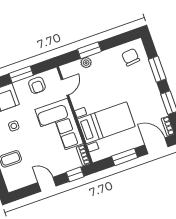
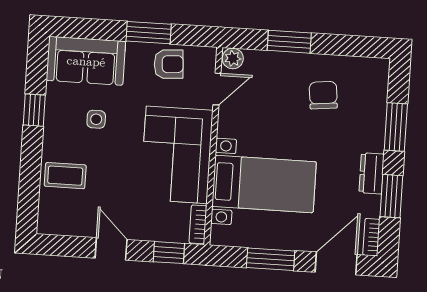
chair: (131, 57) -> (323, 95), moved
plant: (86, 63) -> (233, 58), moved
armchair: (37, 85) -> (169, 64), turned -93
dresser: (155, 96) -> (372, 173), added
door: (156, 146) -> (336, 263), hinge flipped

